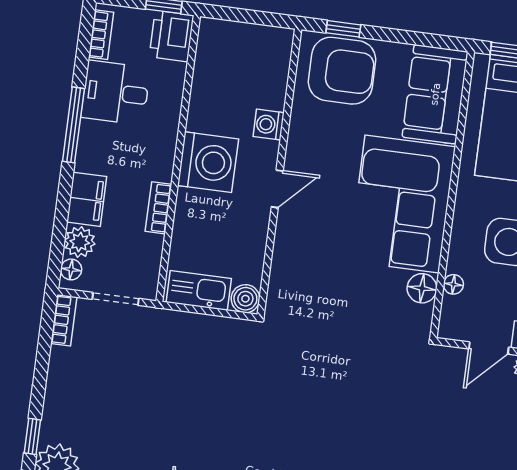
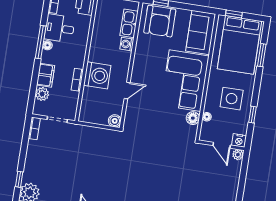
armchair: (342, 71) -> (160, 21), turned 90
washing machine: (208, 162) -> (97, 75), moved
door: (277, 189) -> (127, 91), moved
floor lamp: (71, 269) -> (47, 45), moved
kitchen sink: (199, 290) -> (129, 23), moved, turned -90
door: (489, 348) -> (222, 145), hinge flipped

